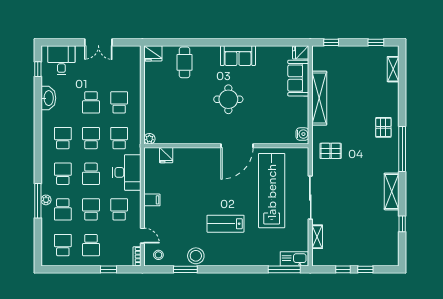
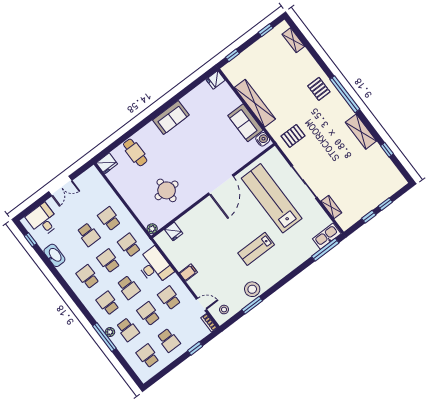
sofa: (298, 78) -> (245, 123), moved
round table: (228, 99) -> (167, 190), moved

